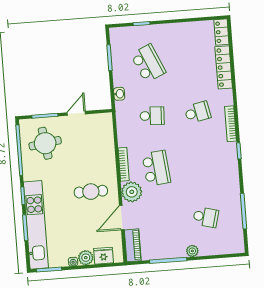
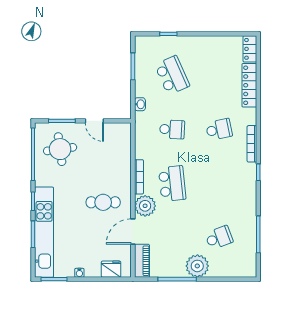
door: (76, 113) -> (94, 121), swing flipped
school desk: (206, 217) -> (219, 238), turned -36
plant: (192, 251) -> (197, 266), width x1.88, depth x1.88
plant: (86, 258) -> (93, 270), removed

